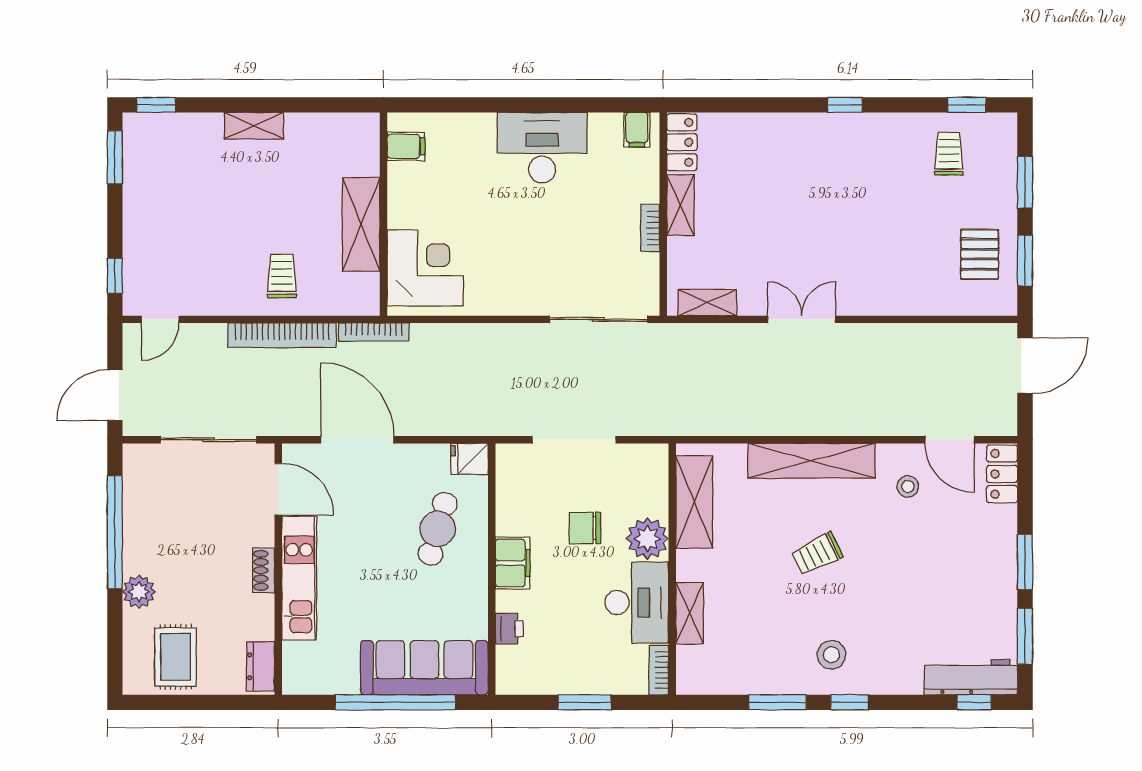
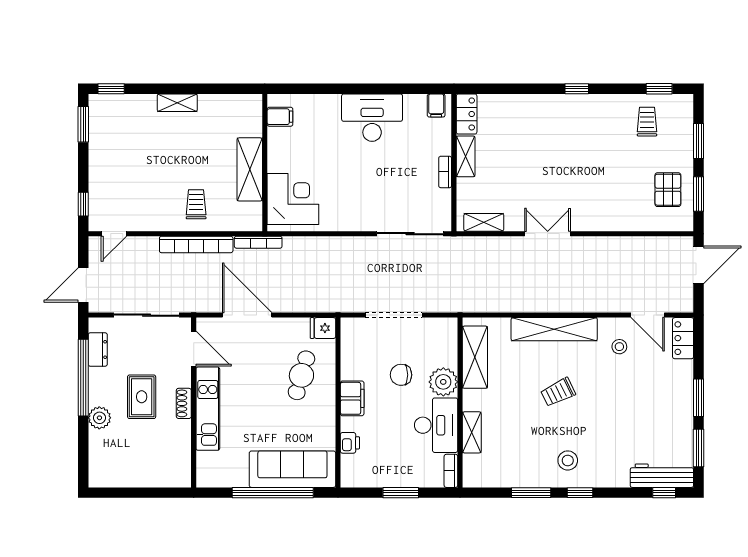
rug: (176, 657) -> (142, 397), moved
dresser: (261, 666) -> (98, 349), moved, turned 180

